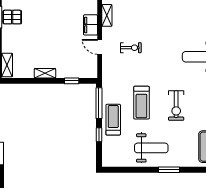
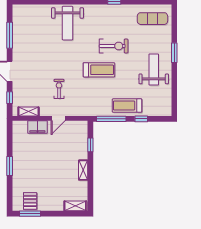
treadmill: (141, 103) -> (99, 70), moved

